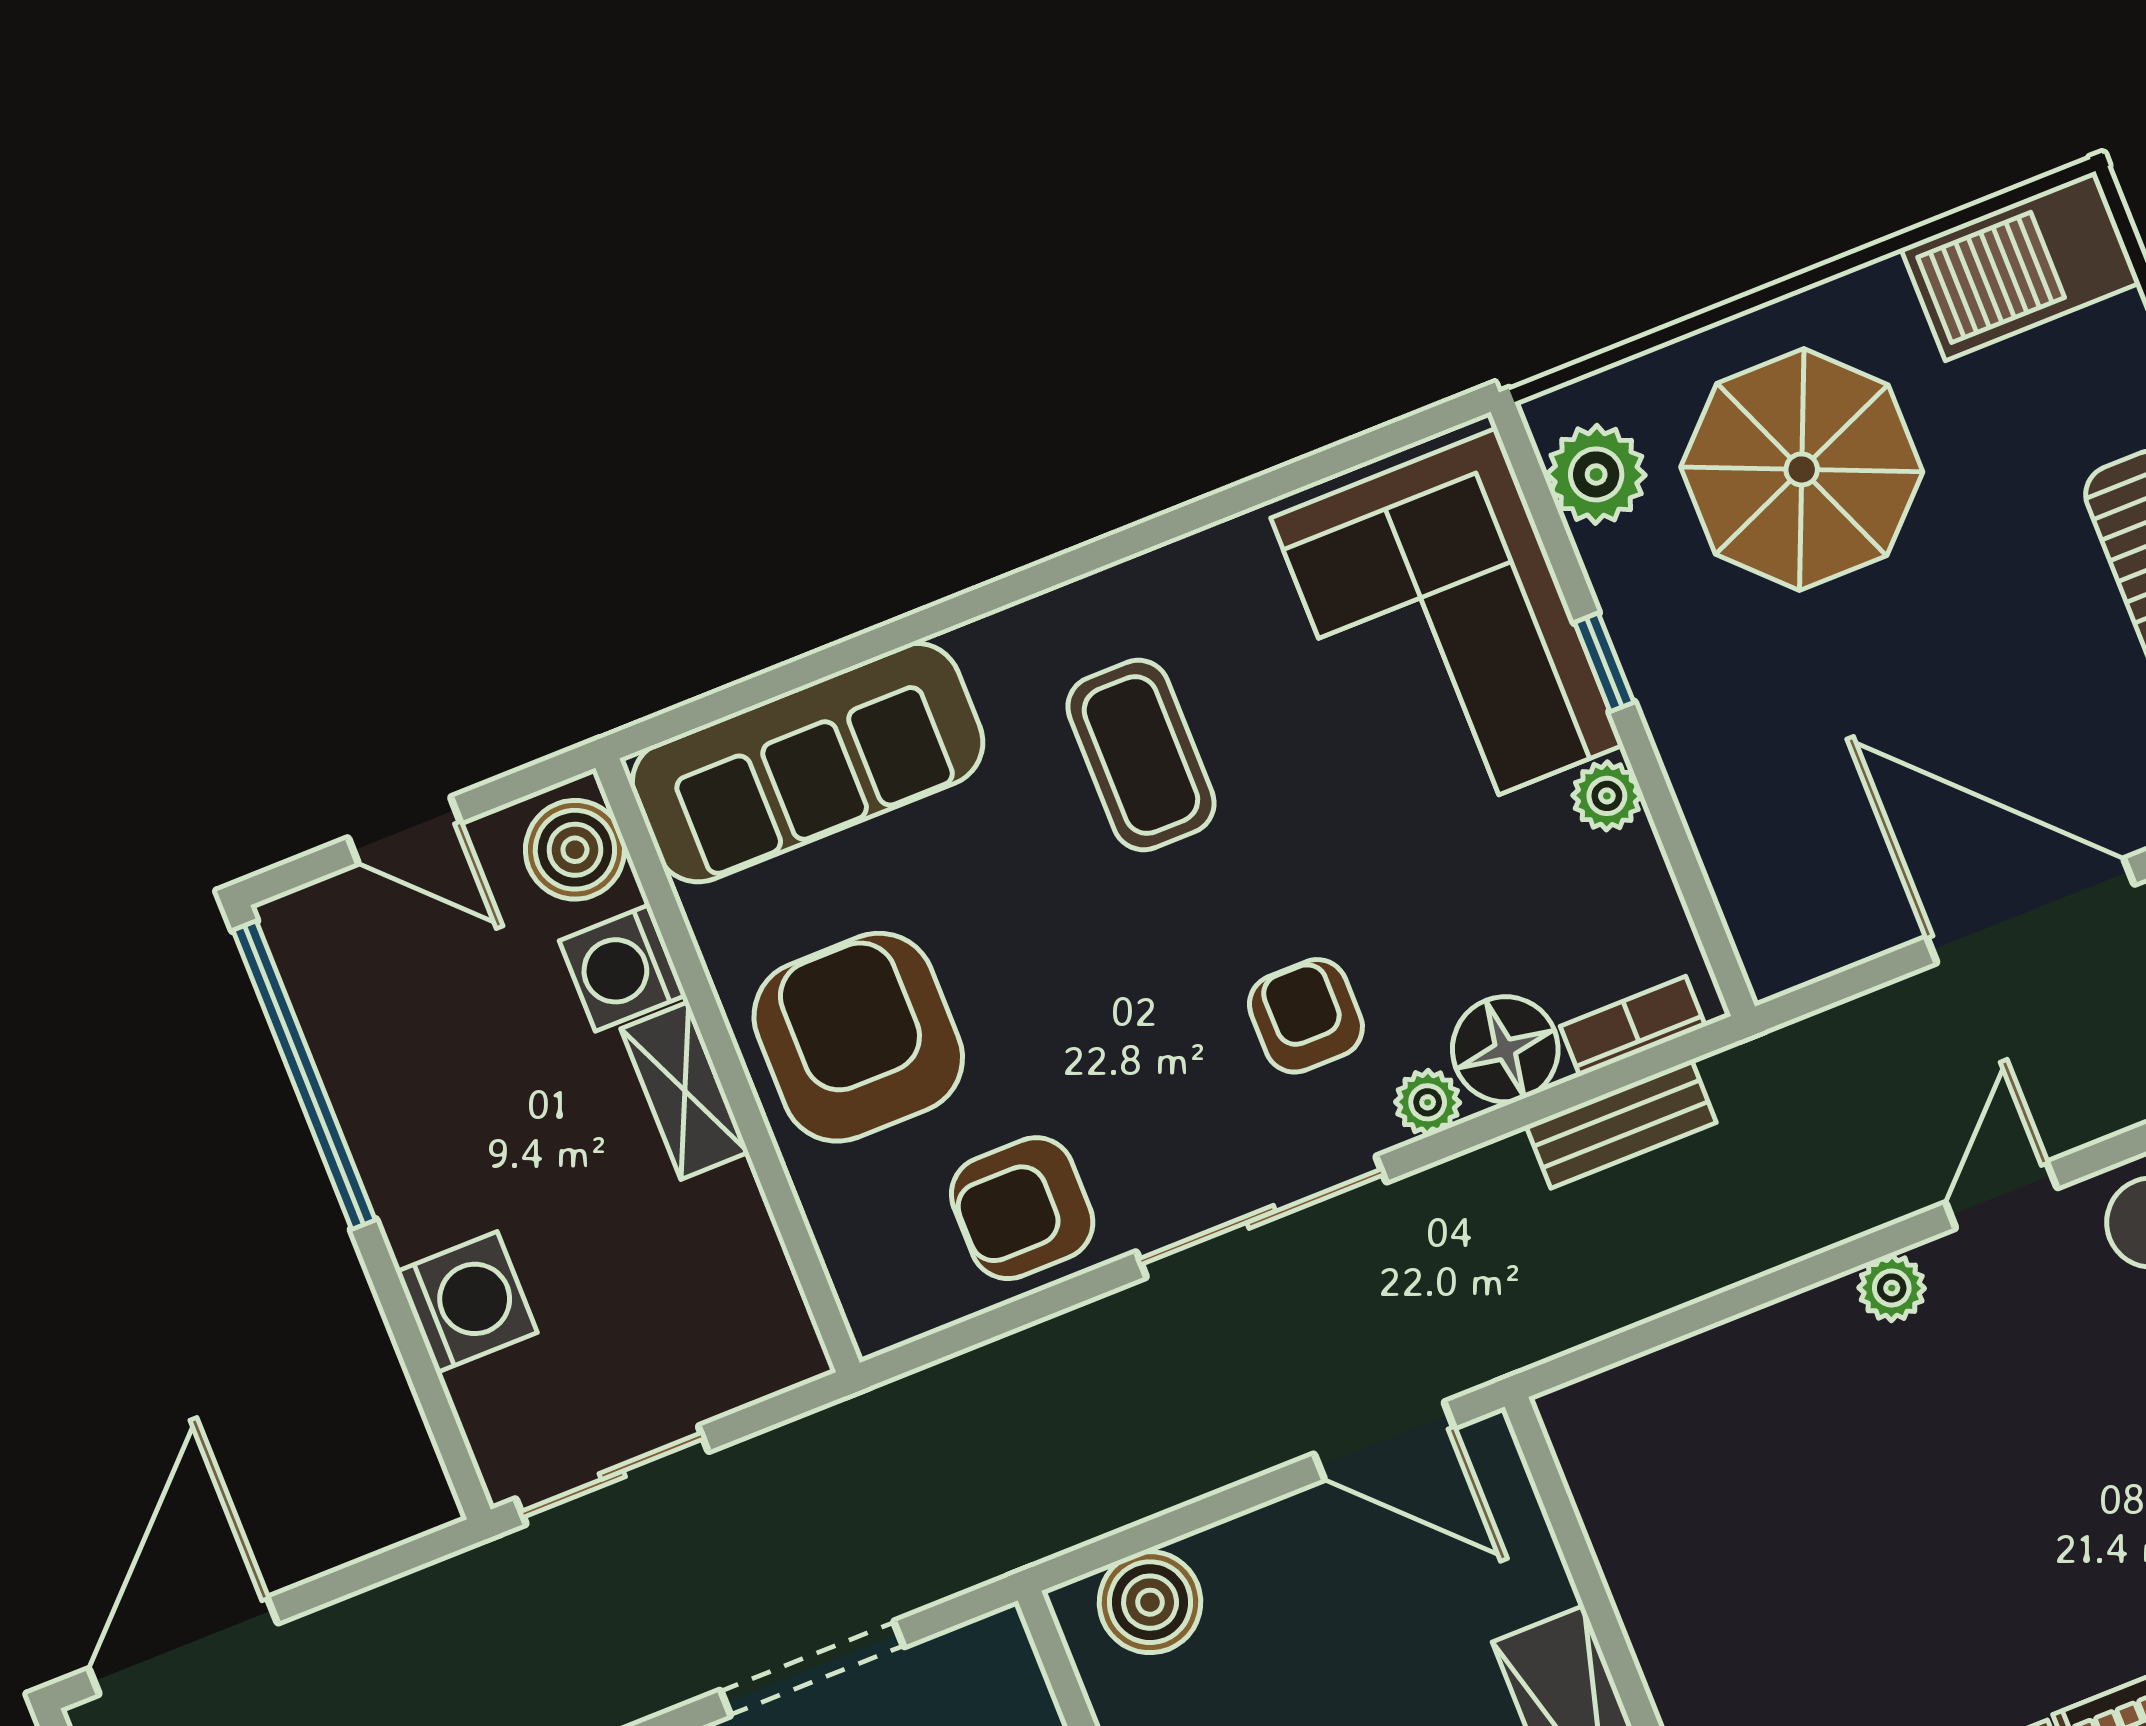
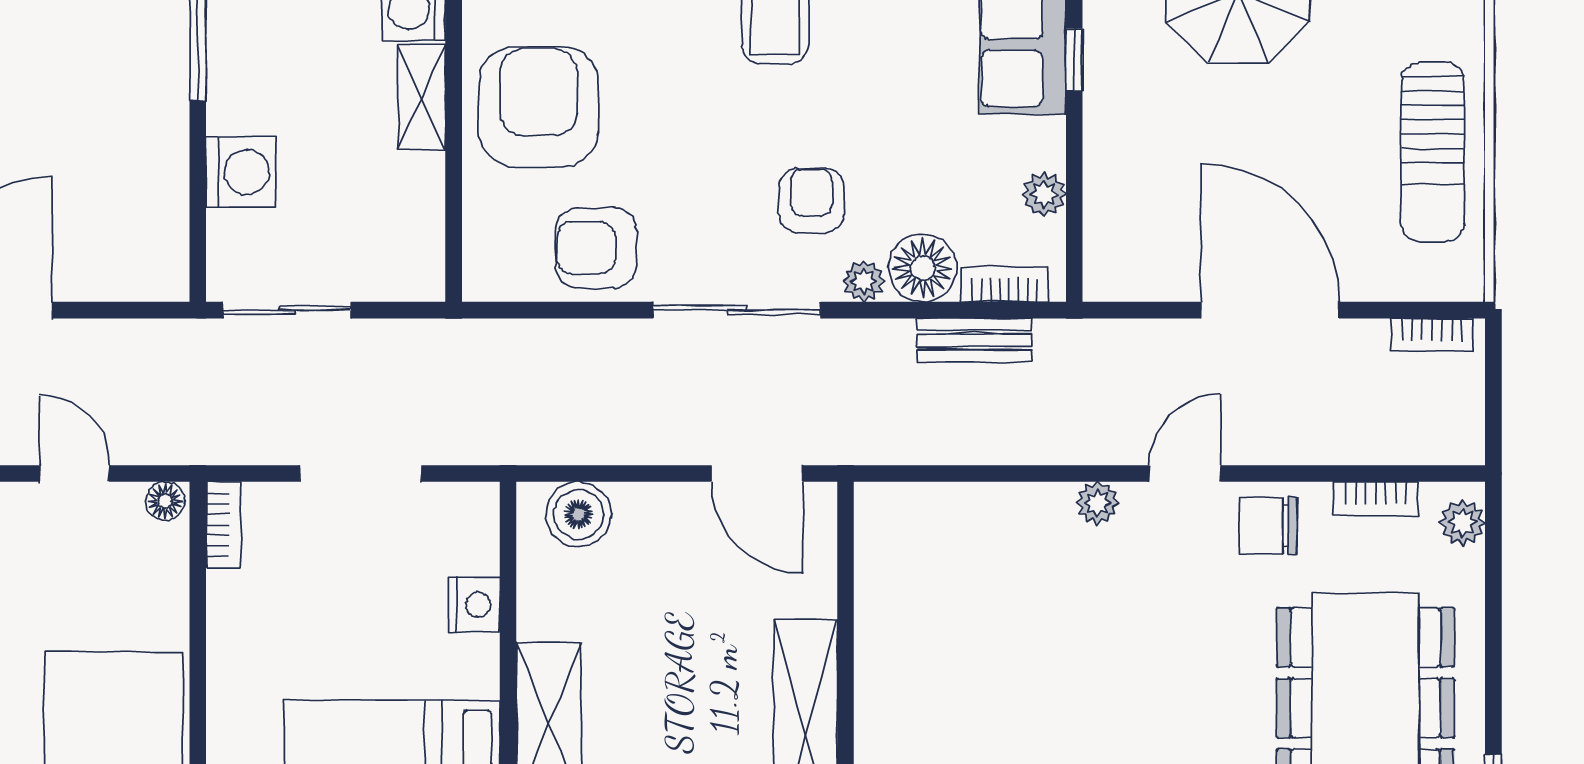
plant: (1607, 796) -> (1044, 194), moved

